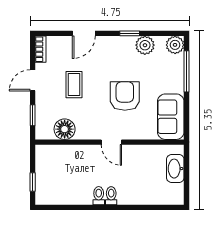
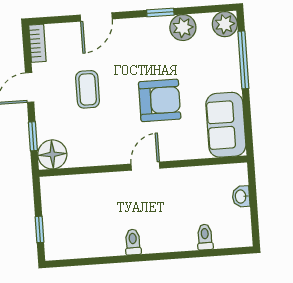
armchair: (125, 96) -> (160, 100), turned 90
floor lamp: (65, 129) -> (52, 154), moved
door: (111, 142) -> (145, 166), swing flipped
washbasin: (175, 169) -> (241, 196), width x0.52, depth x0.69
toilet: (111, 196) -> (205, 237), moved

